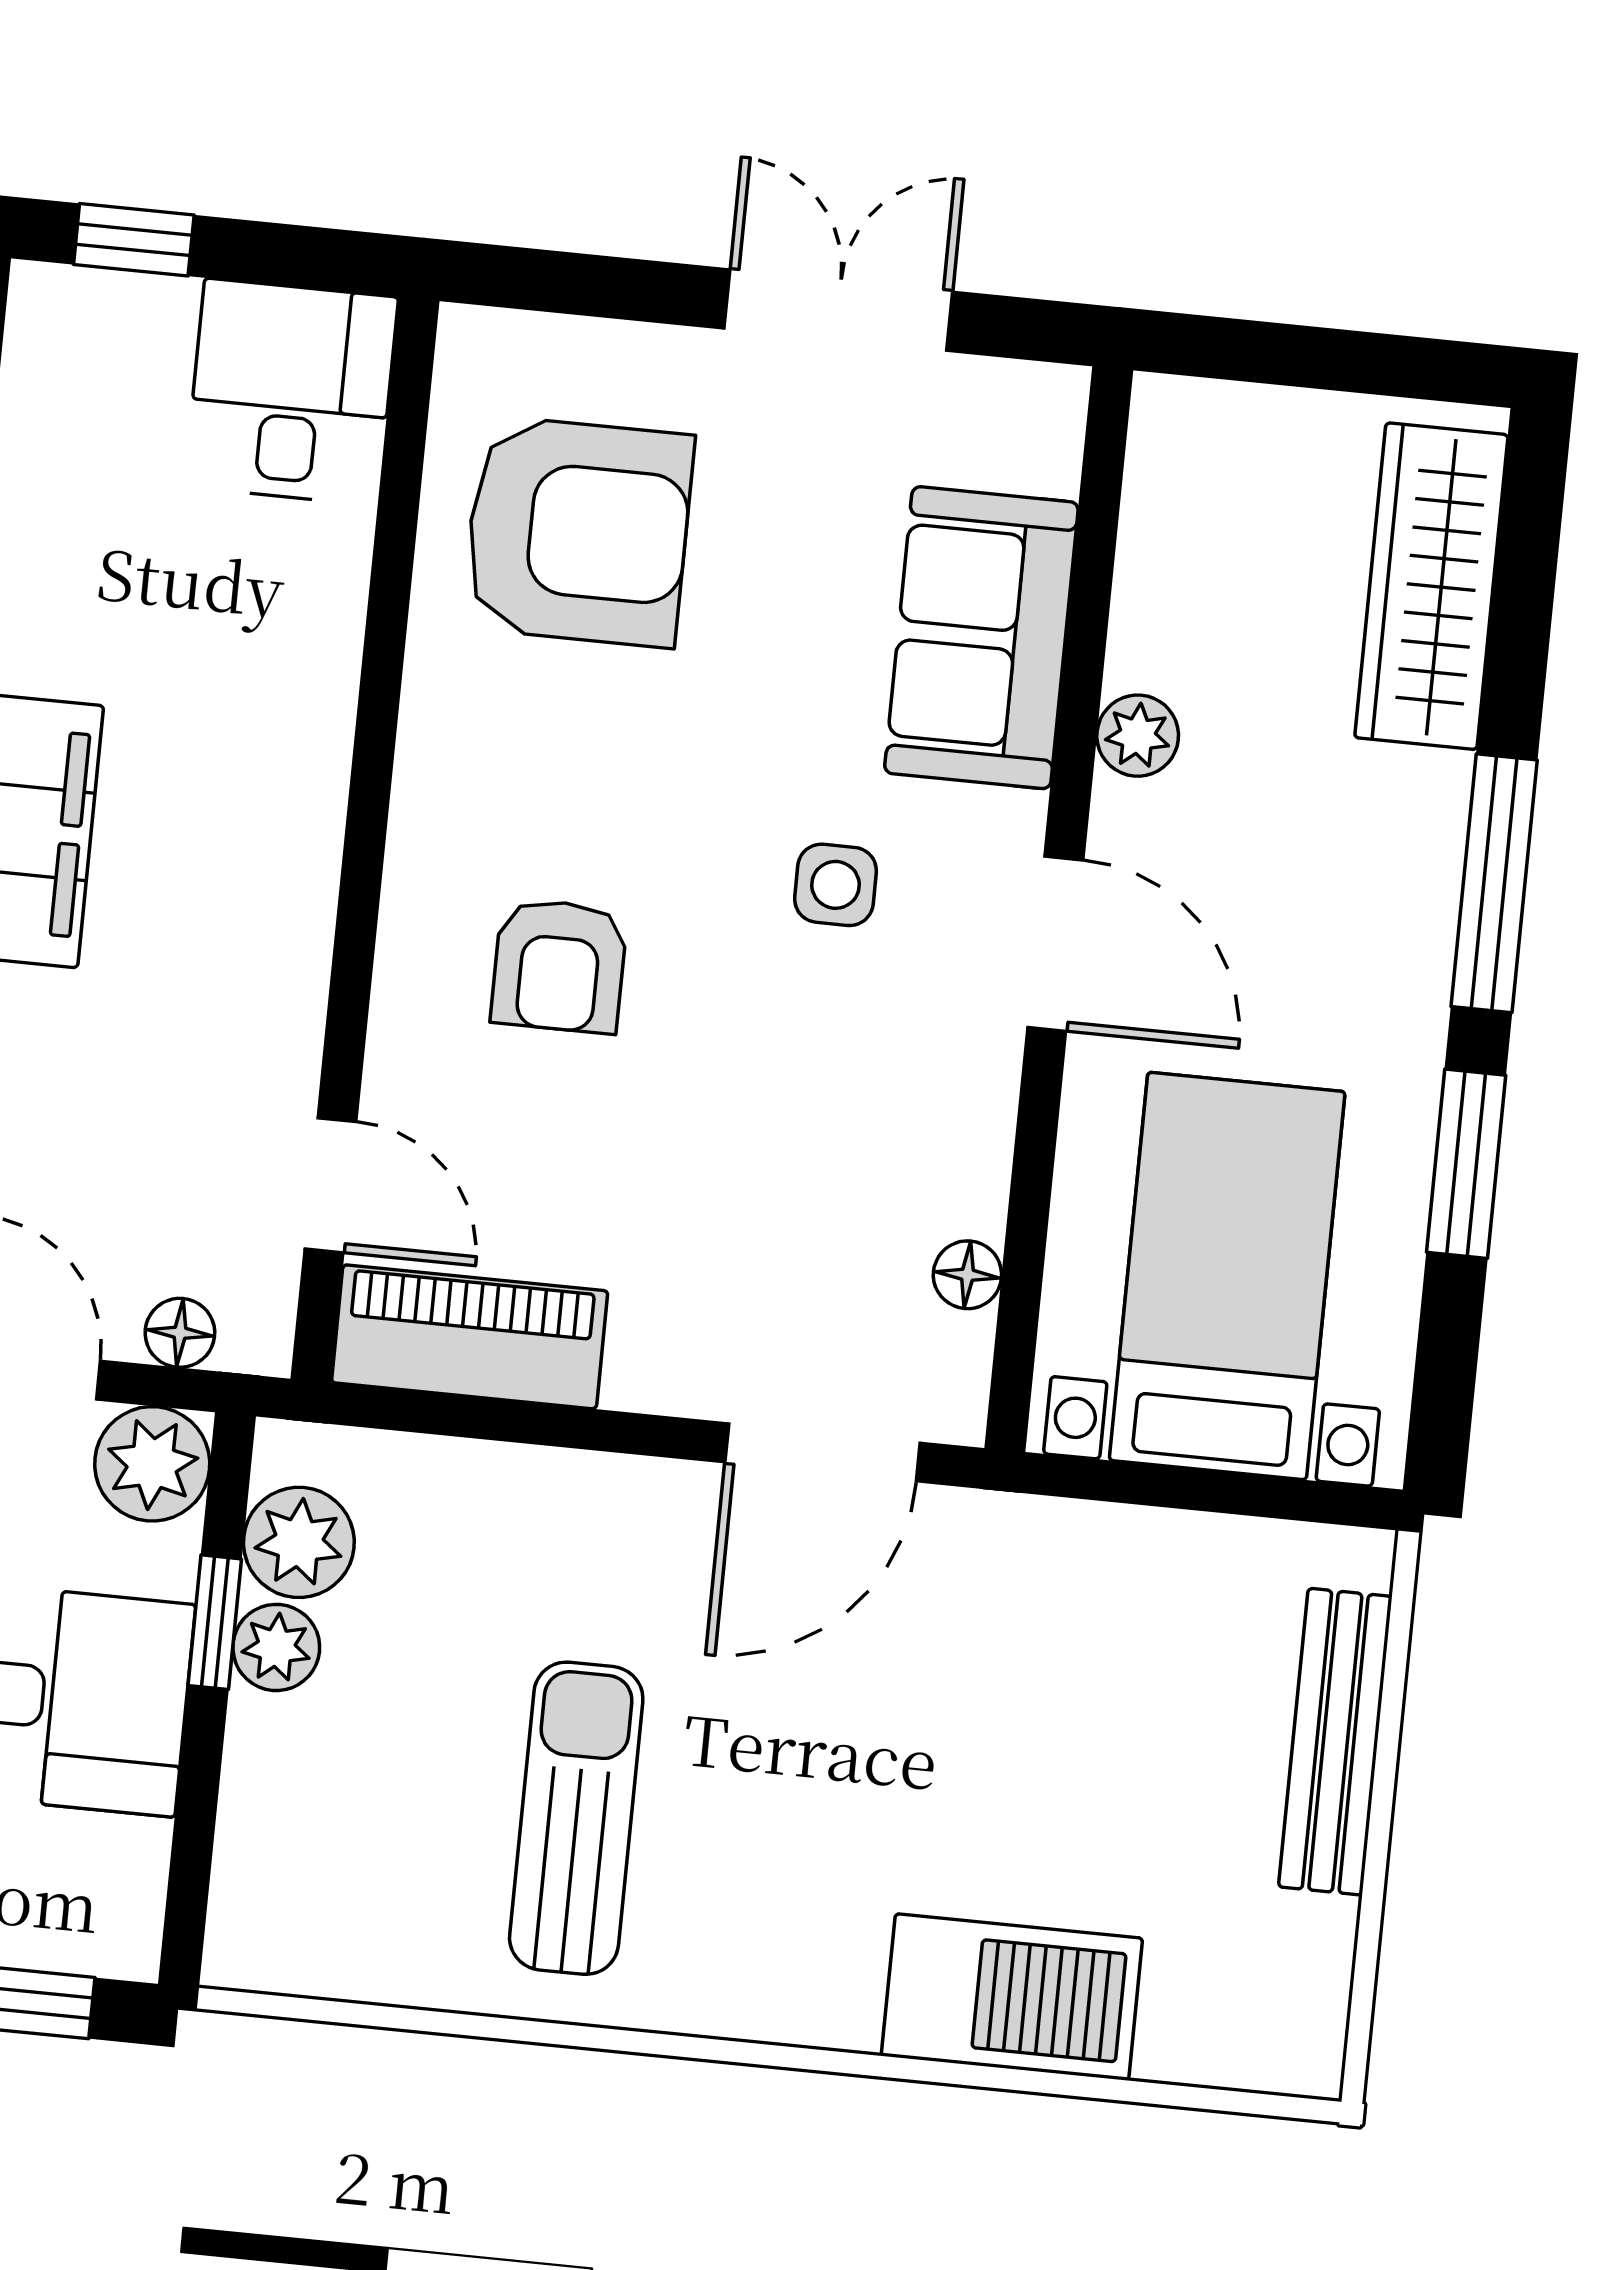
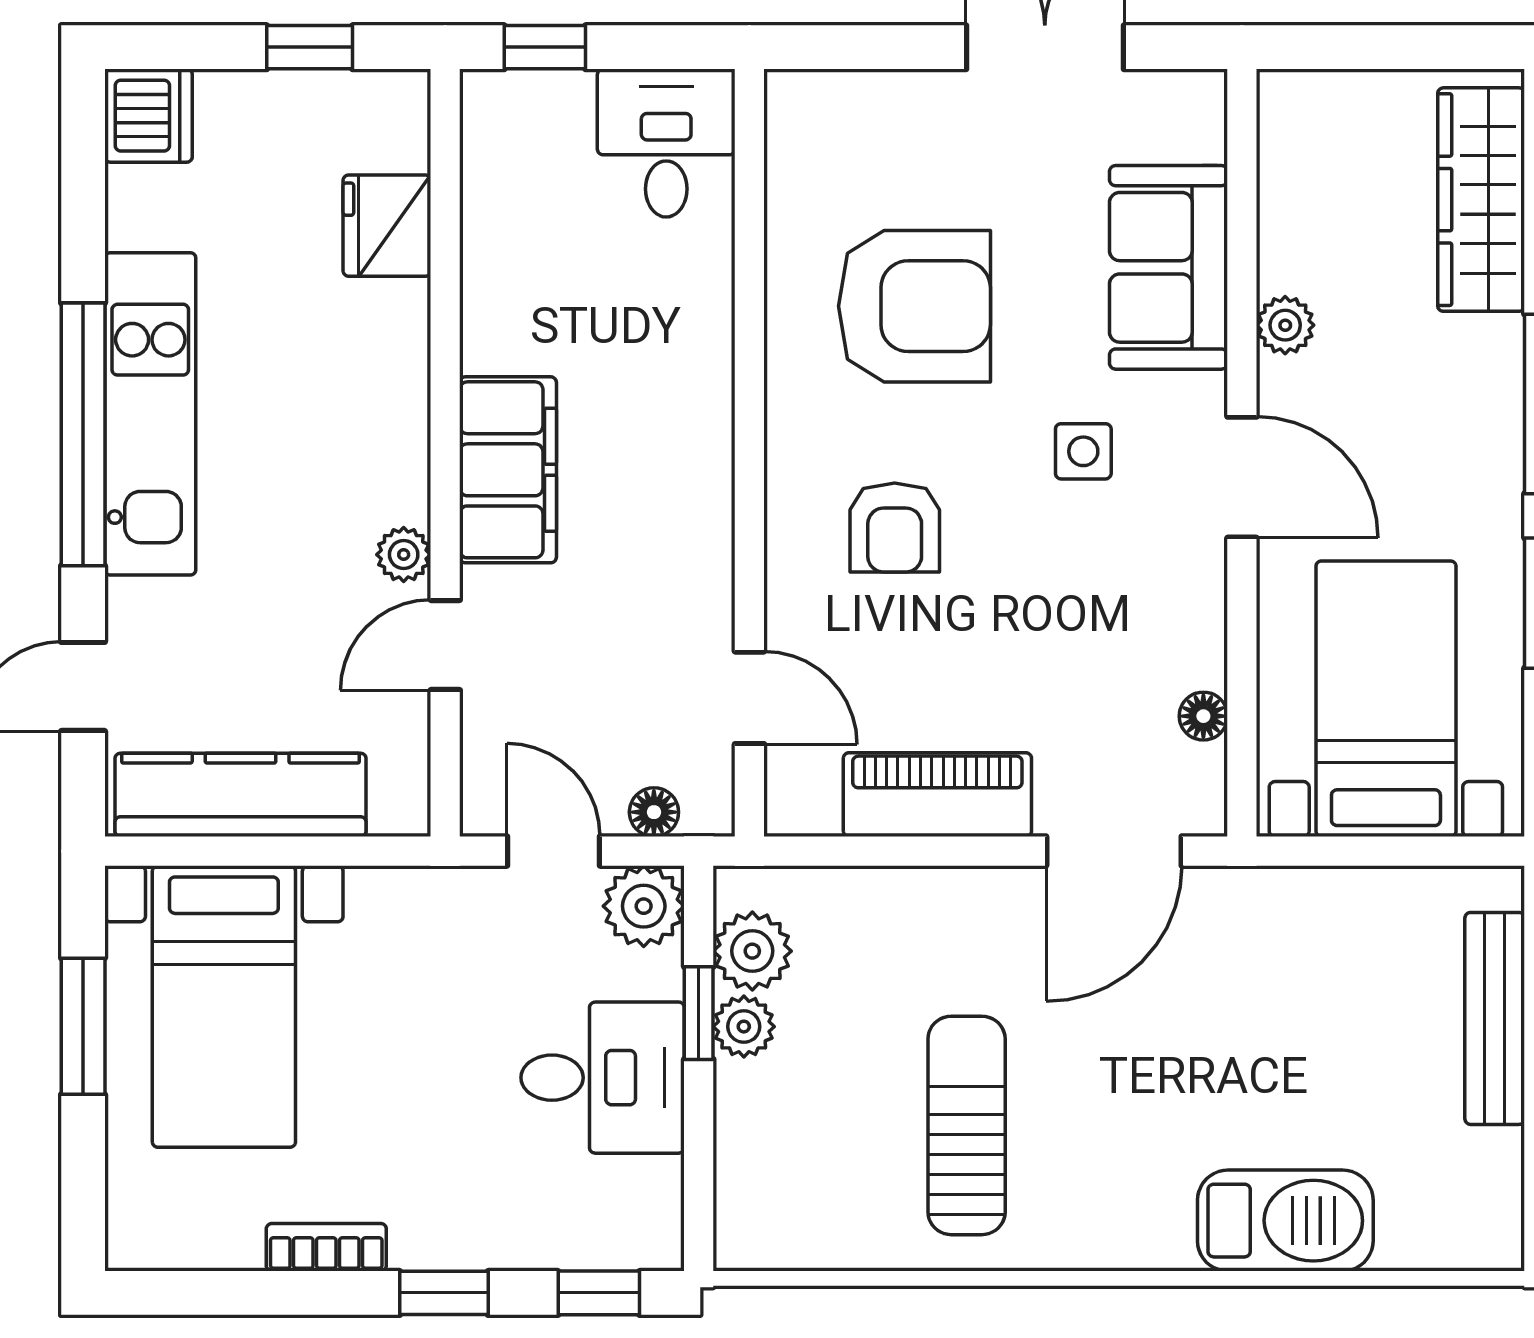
armchair: (578, 531) -> (914, 306), moved
piano: (470, 1337) -> (937, 795), moved

